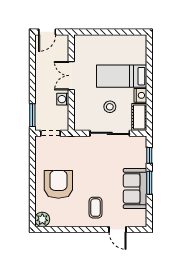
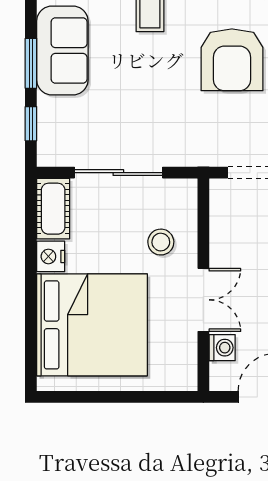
bed: (122, 76) -> (92, 325), width x2.04
washing machine: (63, 99) -> (222, 348), moved
stool: (110, 107) -> (161, 242), moved

